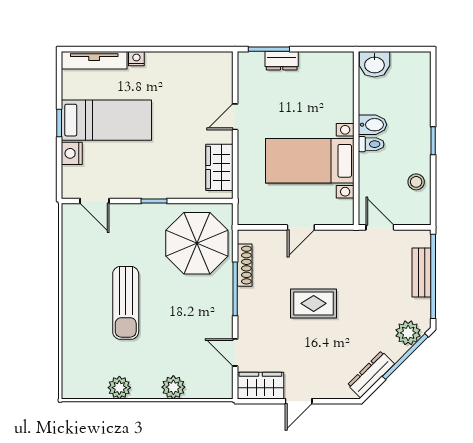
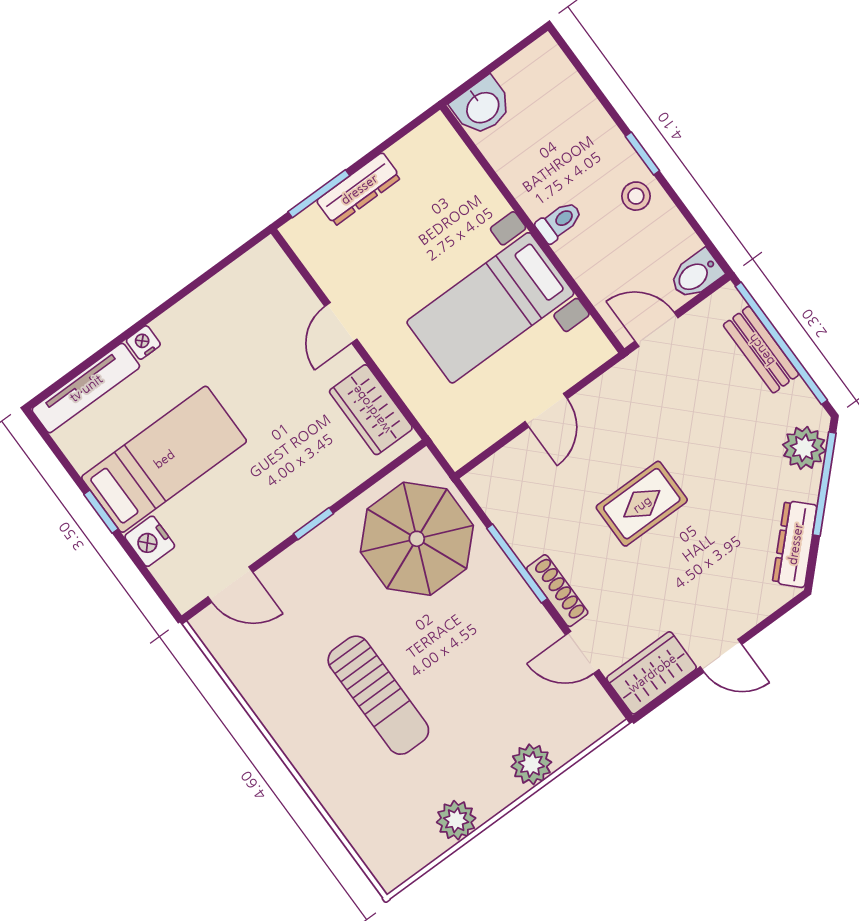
dresser: (282, 61) -> (359, 189), width x1.44
bidet: (373, 125) -> (696, 275), moved, turned 180
stool: (416, 182) -> (636, 196), moved
shoe rack: (245, 265) -> (557, 591), moved
door: (299, 401) -> (721, 656), hinge flipped

